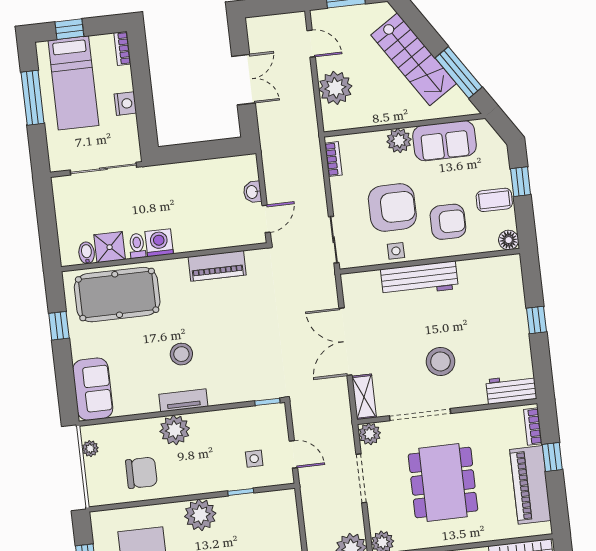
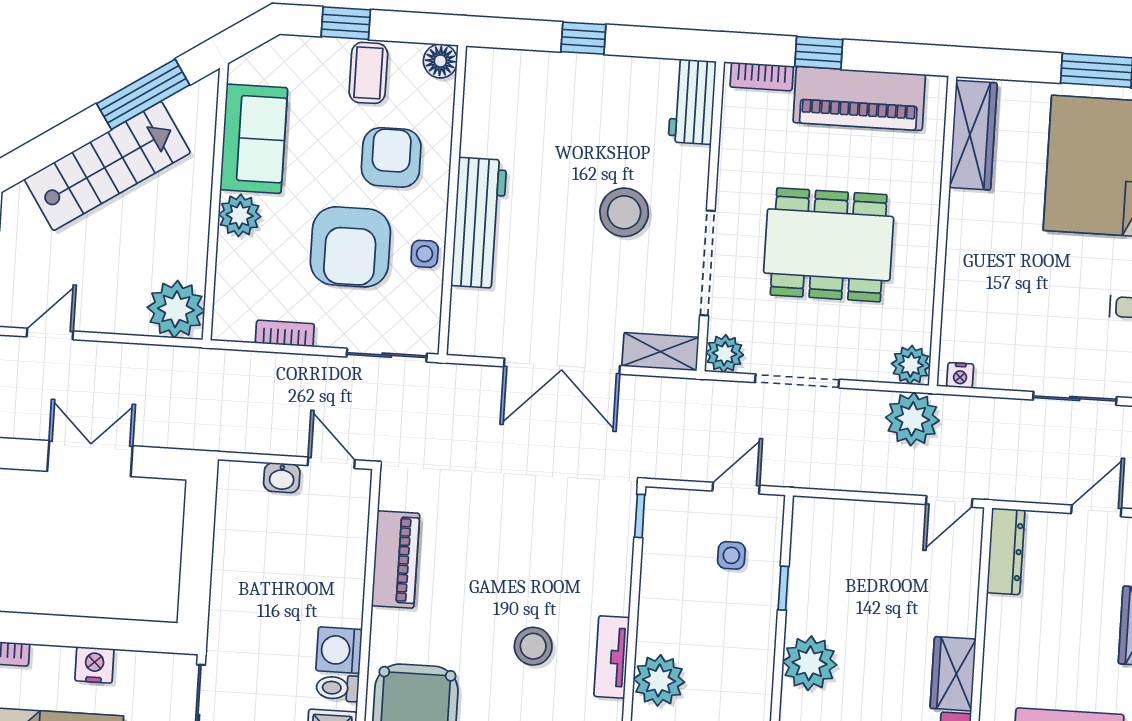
plant: (335, 88) -> (176, 309), moved
bookcase: (333, 159) -> (285, 333), moved
armchair: (392, 207) -> (350, 247), turned 180

